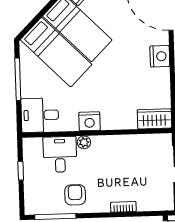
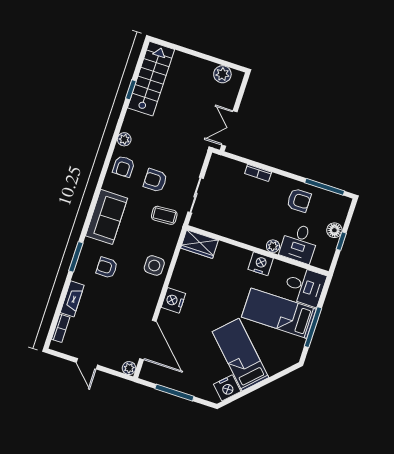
bed: (56, 52) -> (279, 313), moved, turned -45
floor lamp: (31, 179) -> (334, 230), added
armchair: (75, 195) -> (299, 200), turned -90

